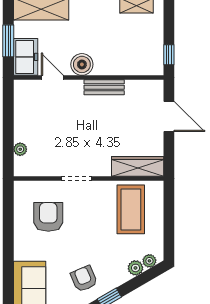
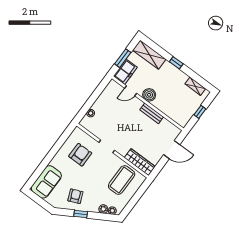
window: (169, 55) -> (200, 112), moved
door: (52, 78) -> (131, 91), swing flipped
door: (169, 117) -> (172, 150), hinge flipped

